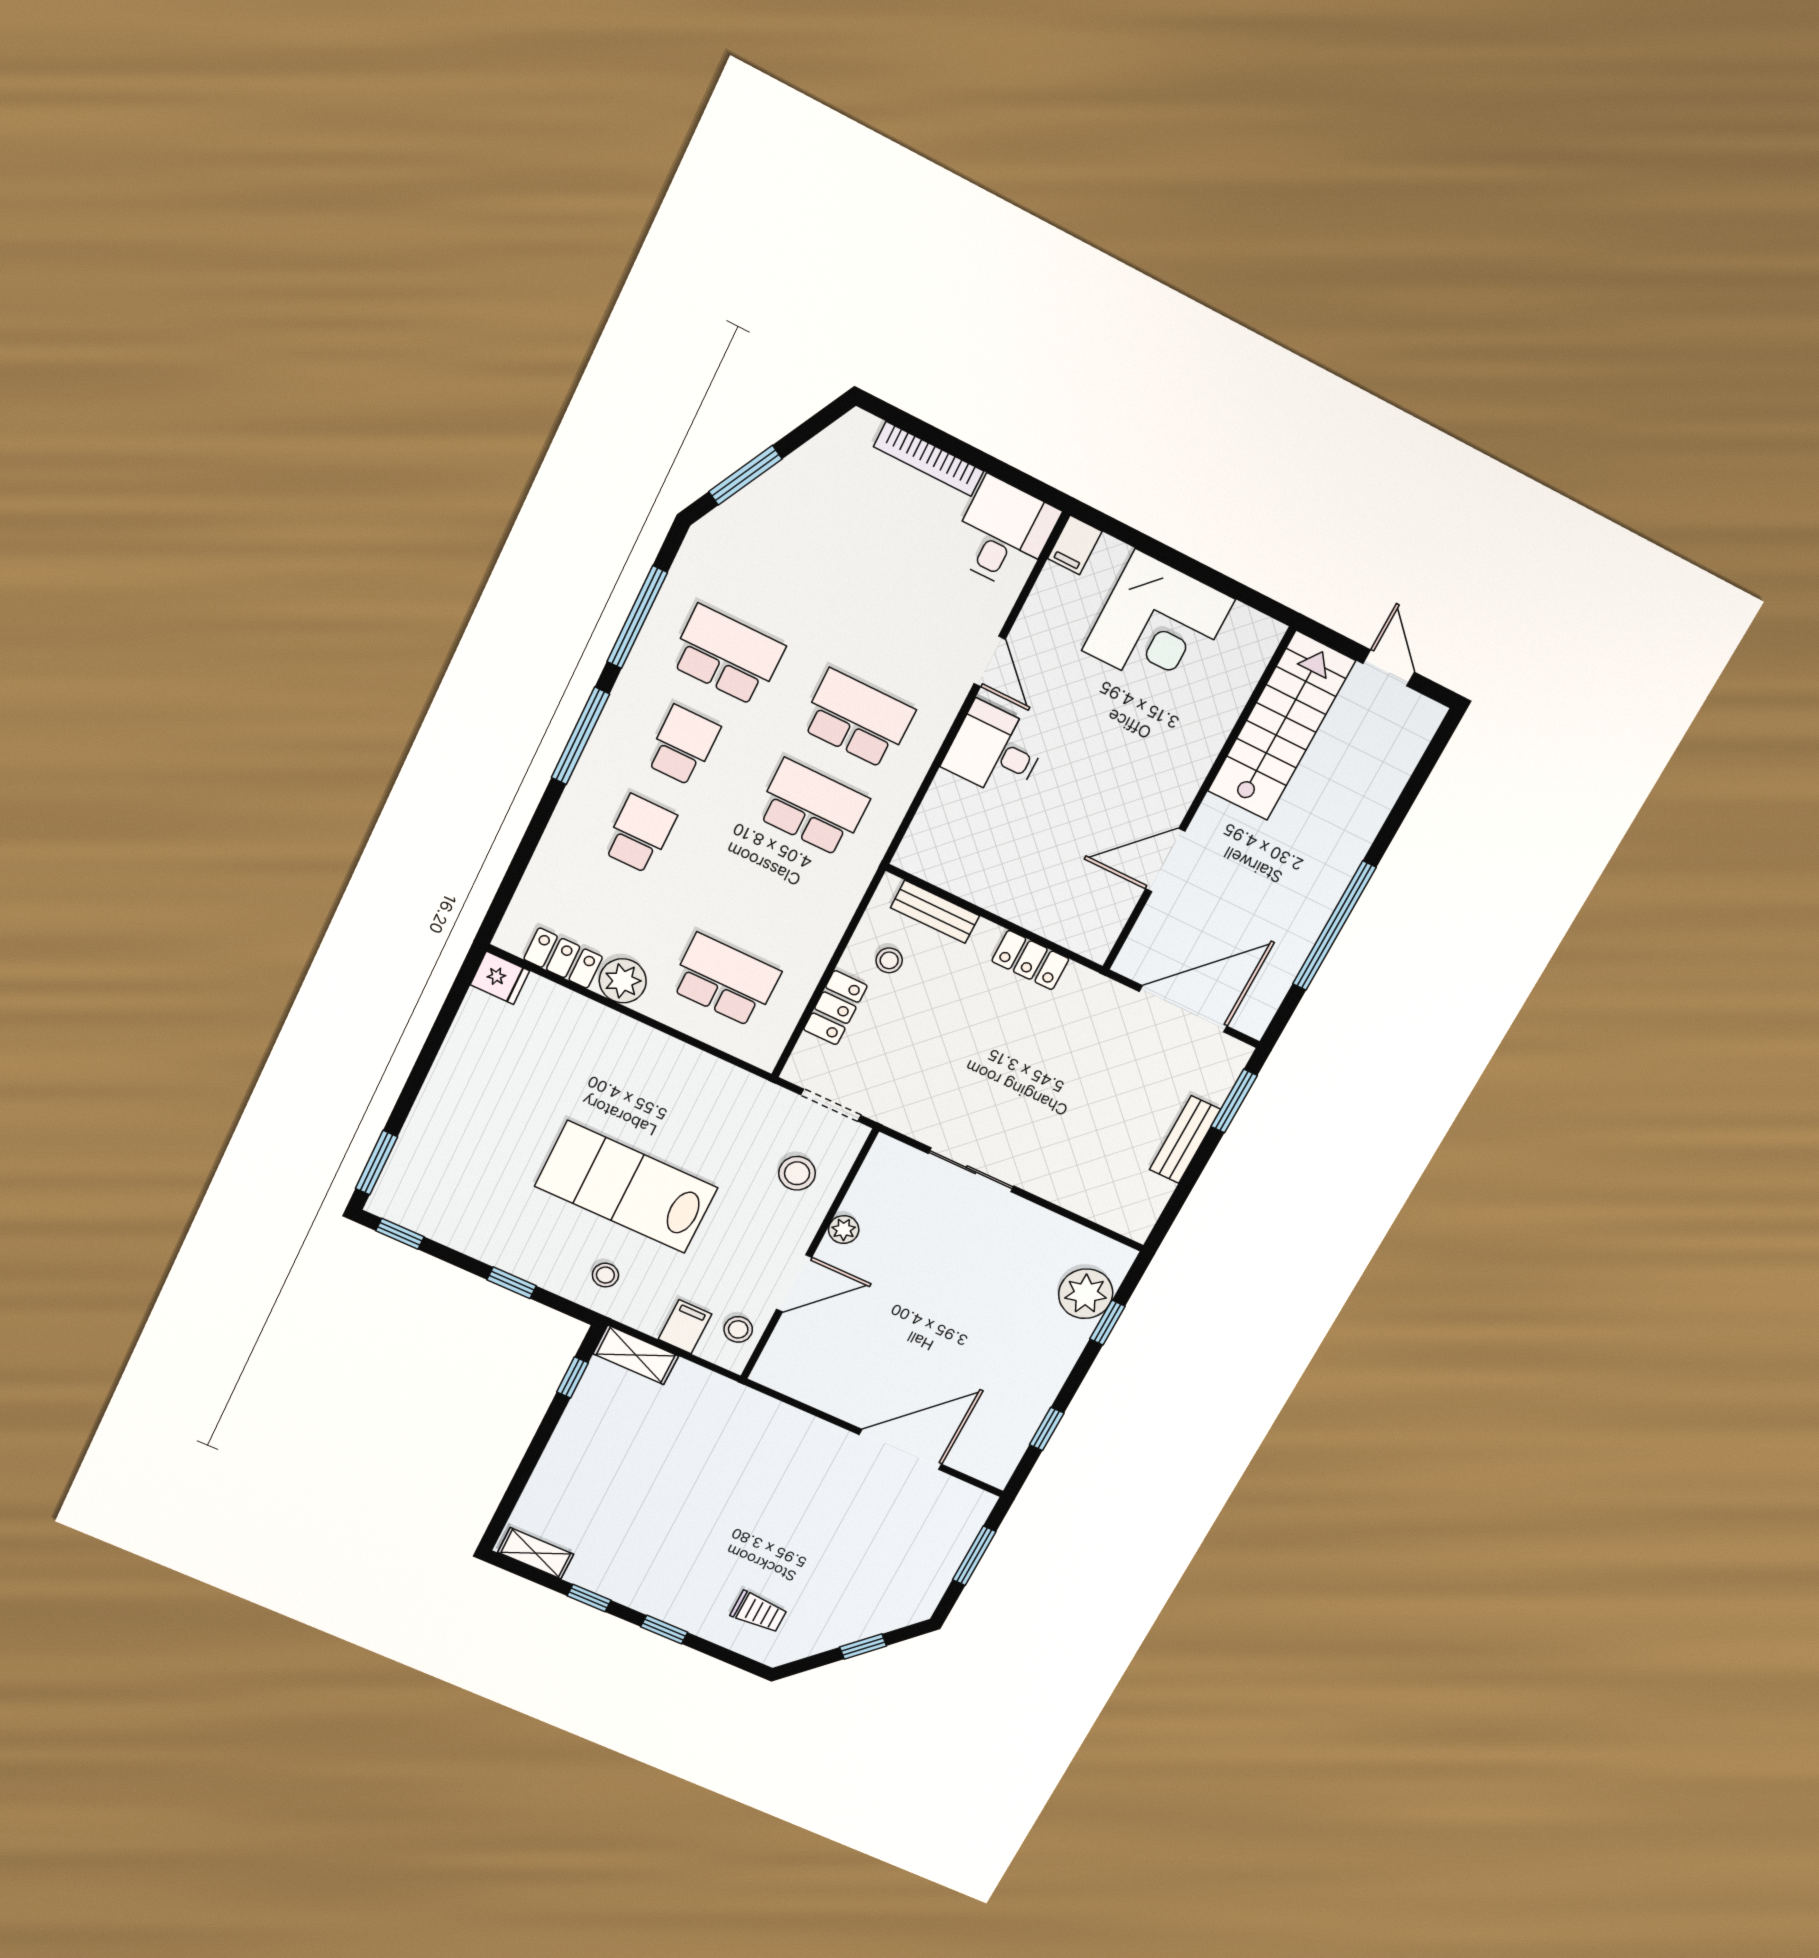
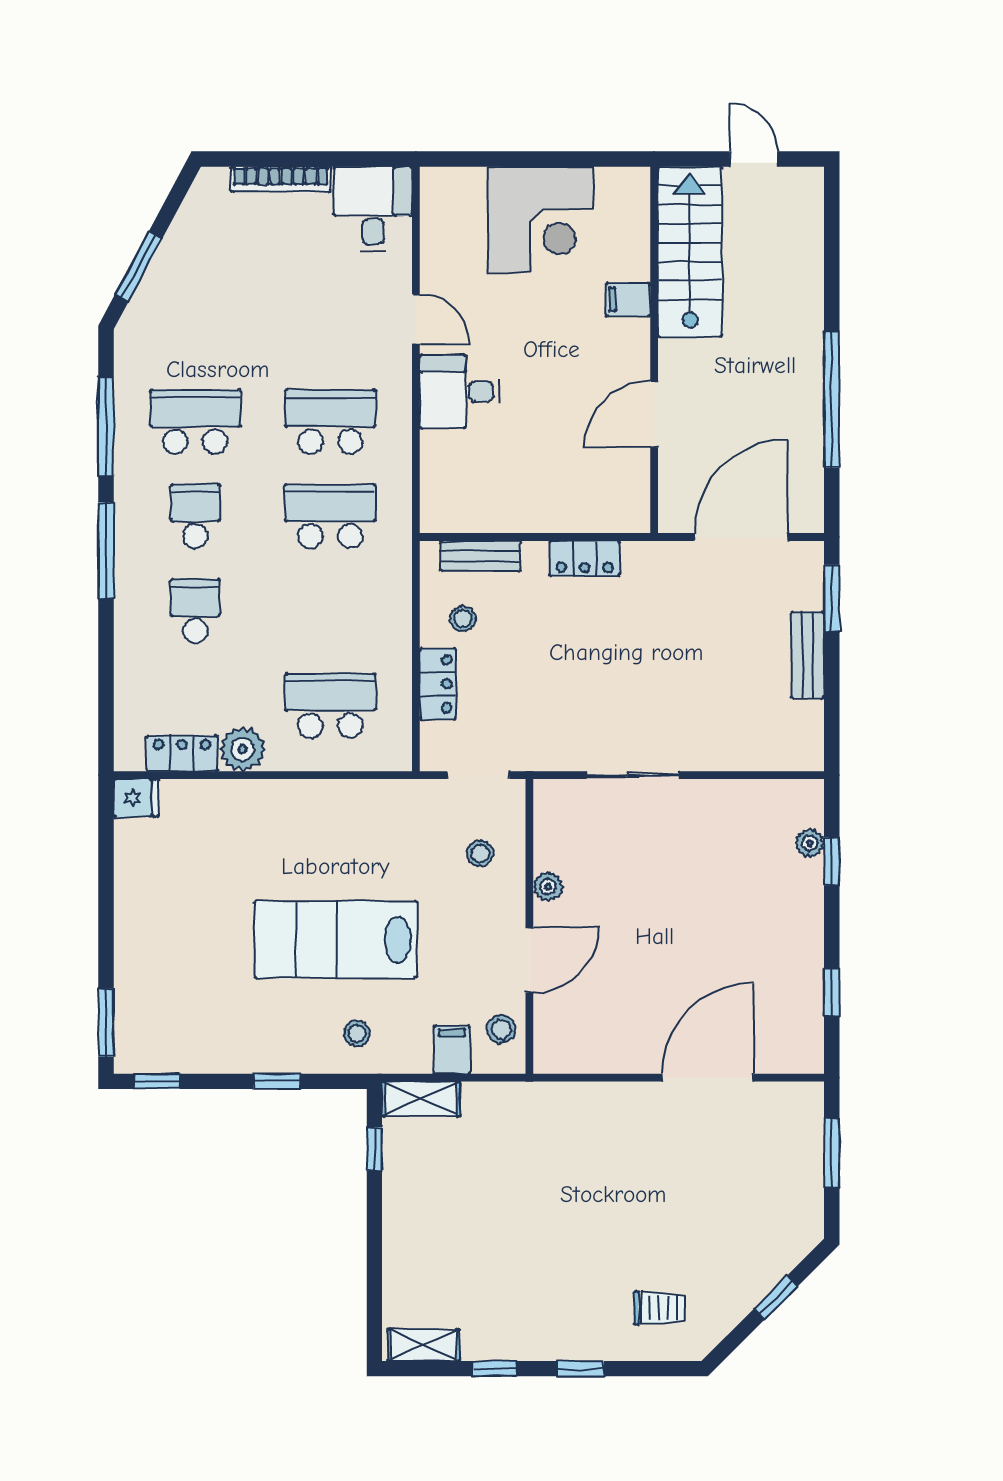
filing cabinet: (1075, 545) -> (628, 300), moved, turned 90
stool: (797, 1173) -> (480, 853), width x0.73, depth x0.73
plant: (1086, 1294) -> (810, 843), width x0.53, depth x0.53

